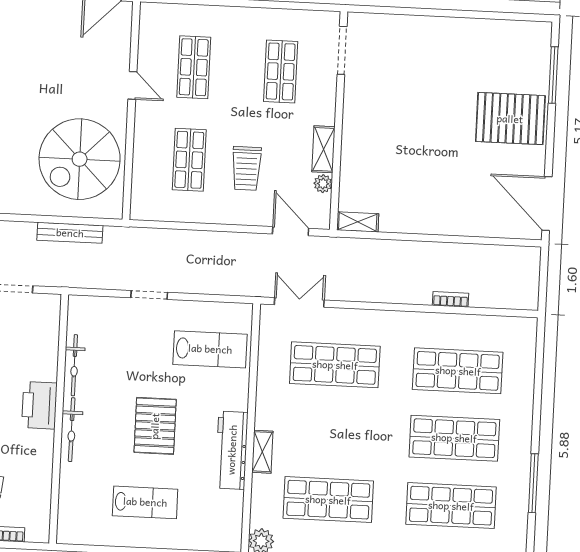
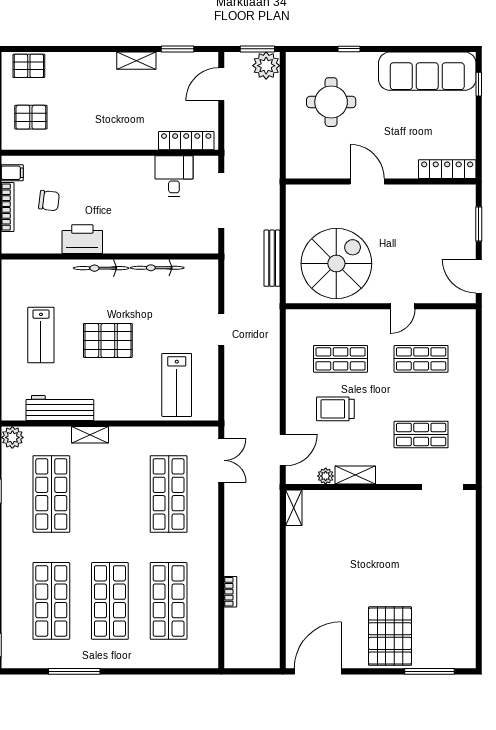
spiral stairs: (80, 159) -> (336, 264), turned 90
printer: (39, 405) -> (82, 239), moved
workbench: (232, 450) -> (60, 408), moved

